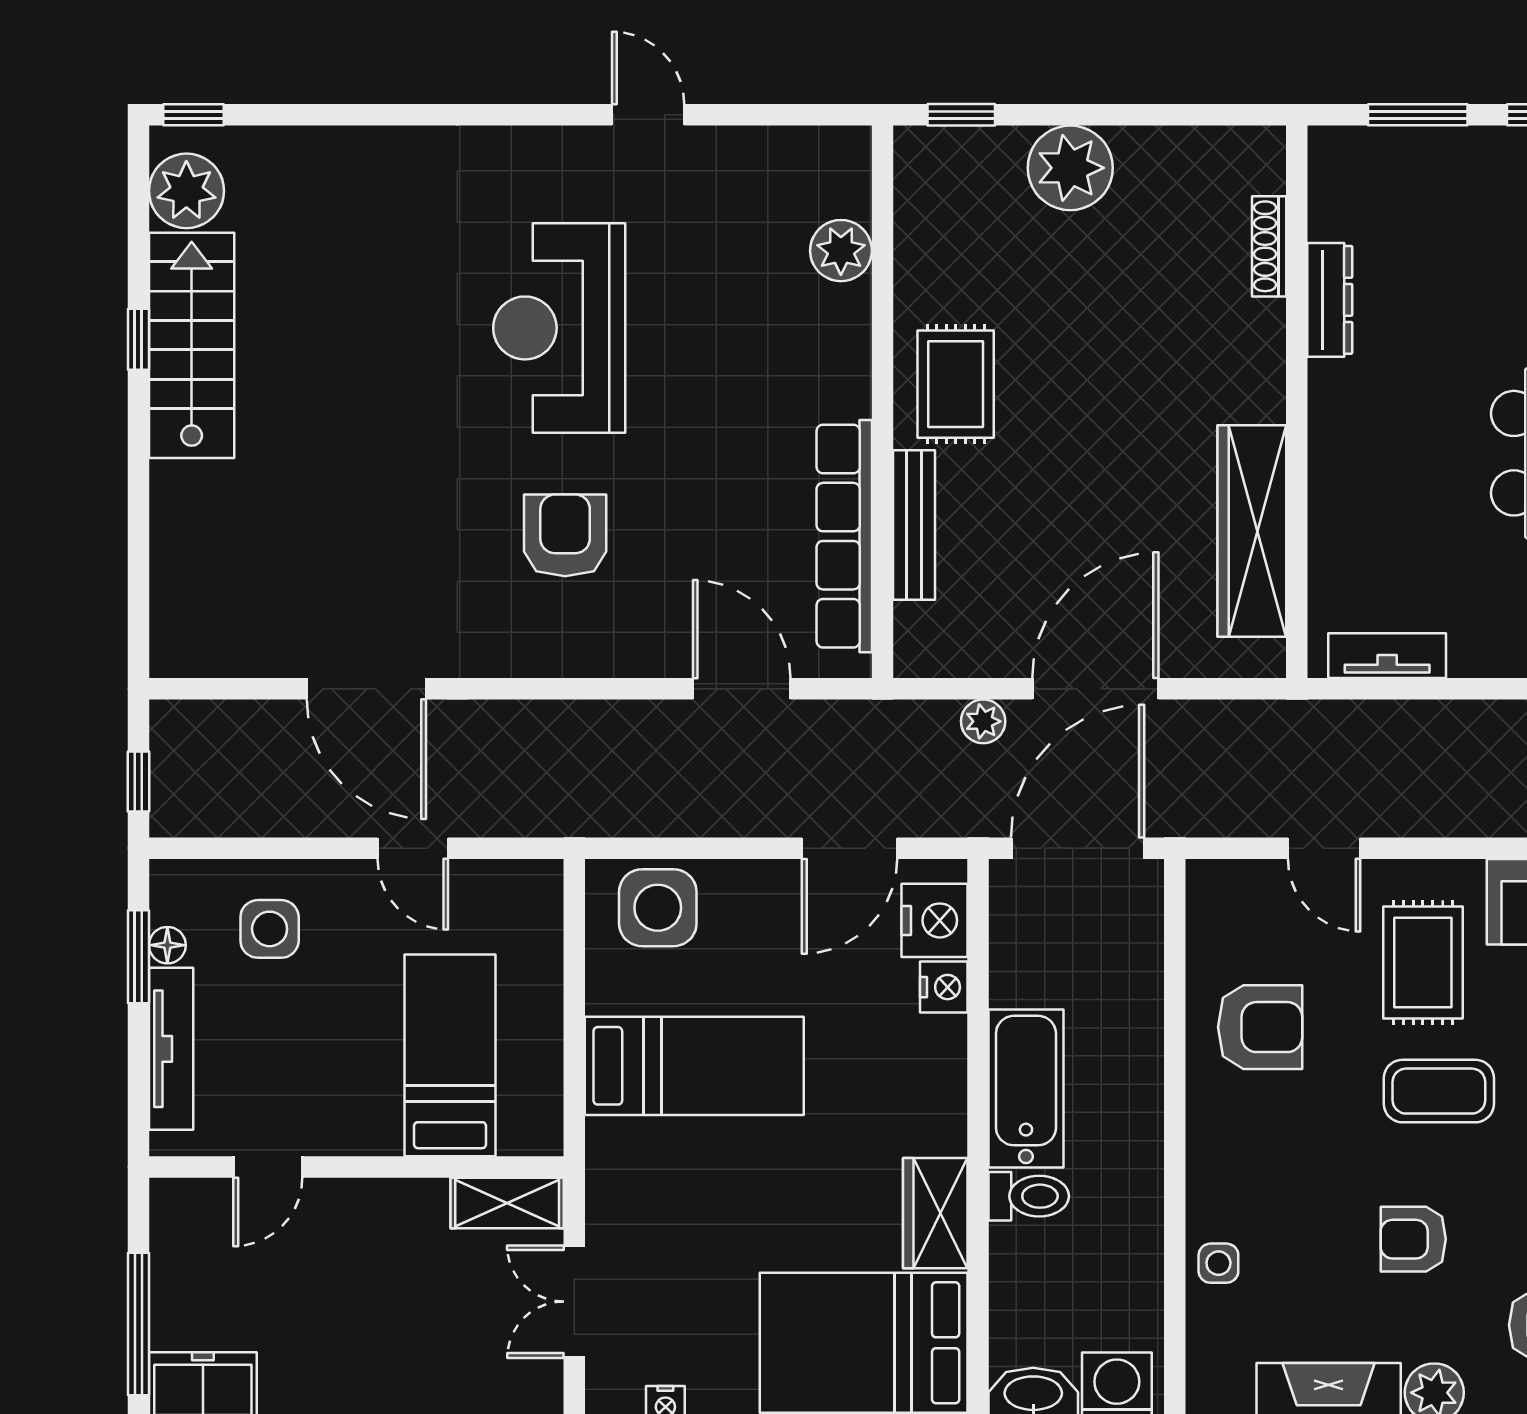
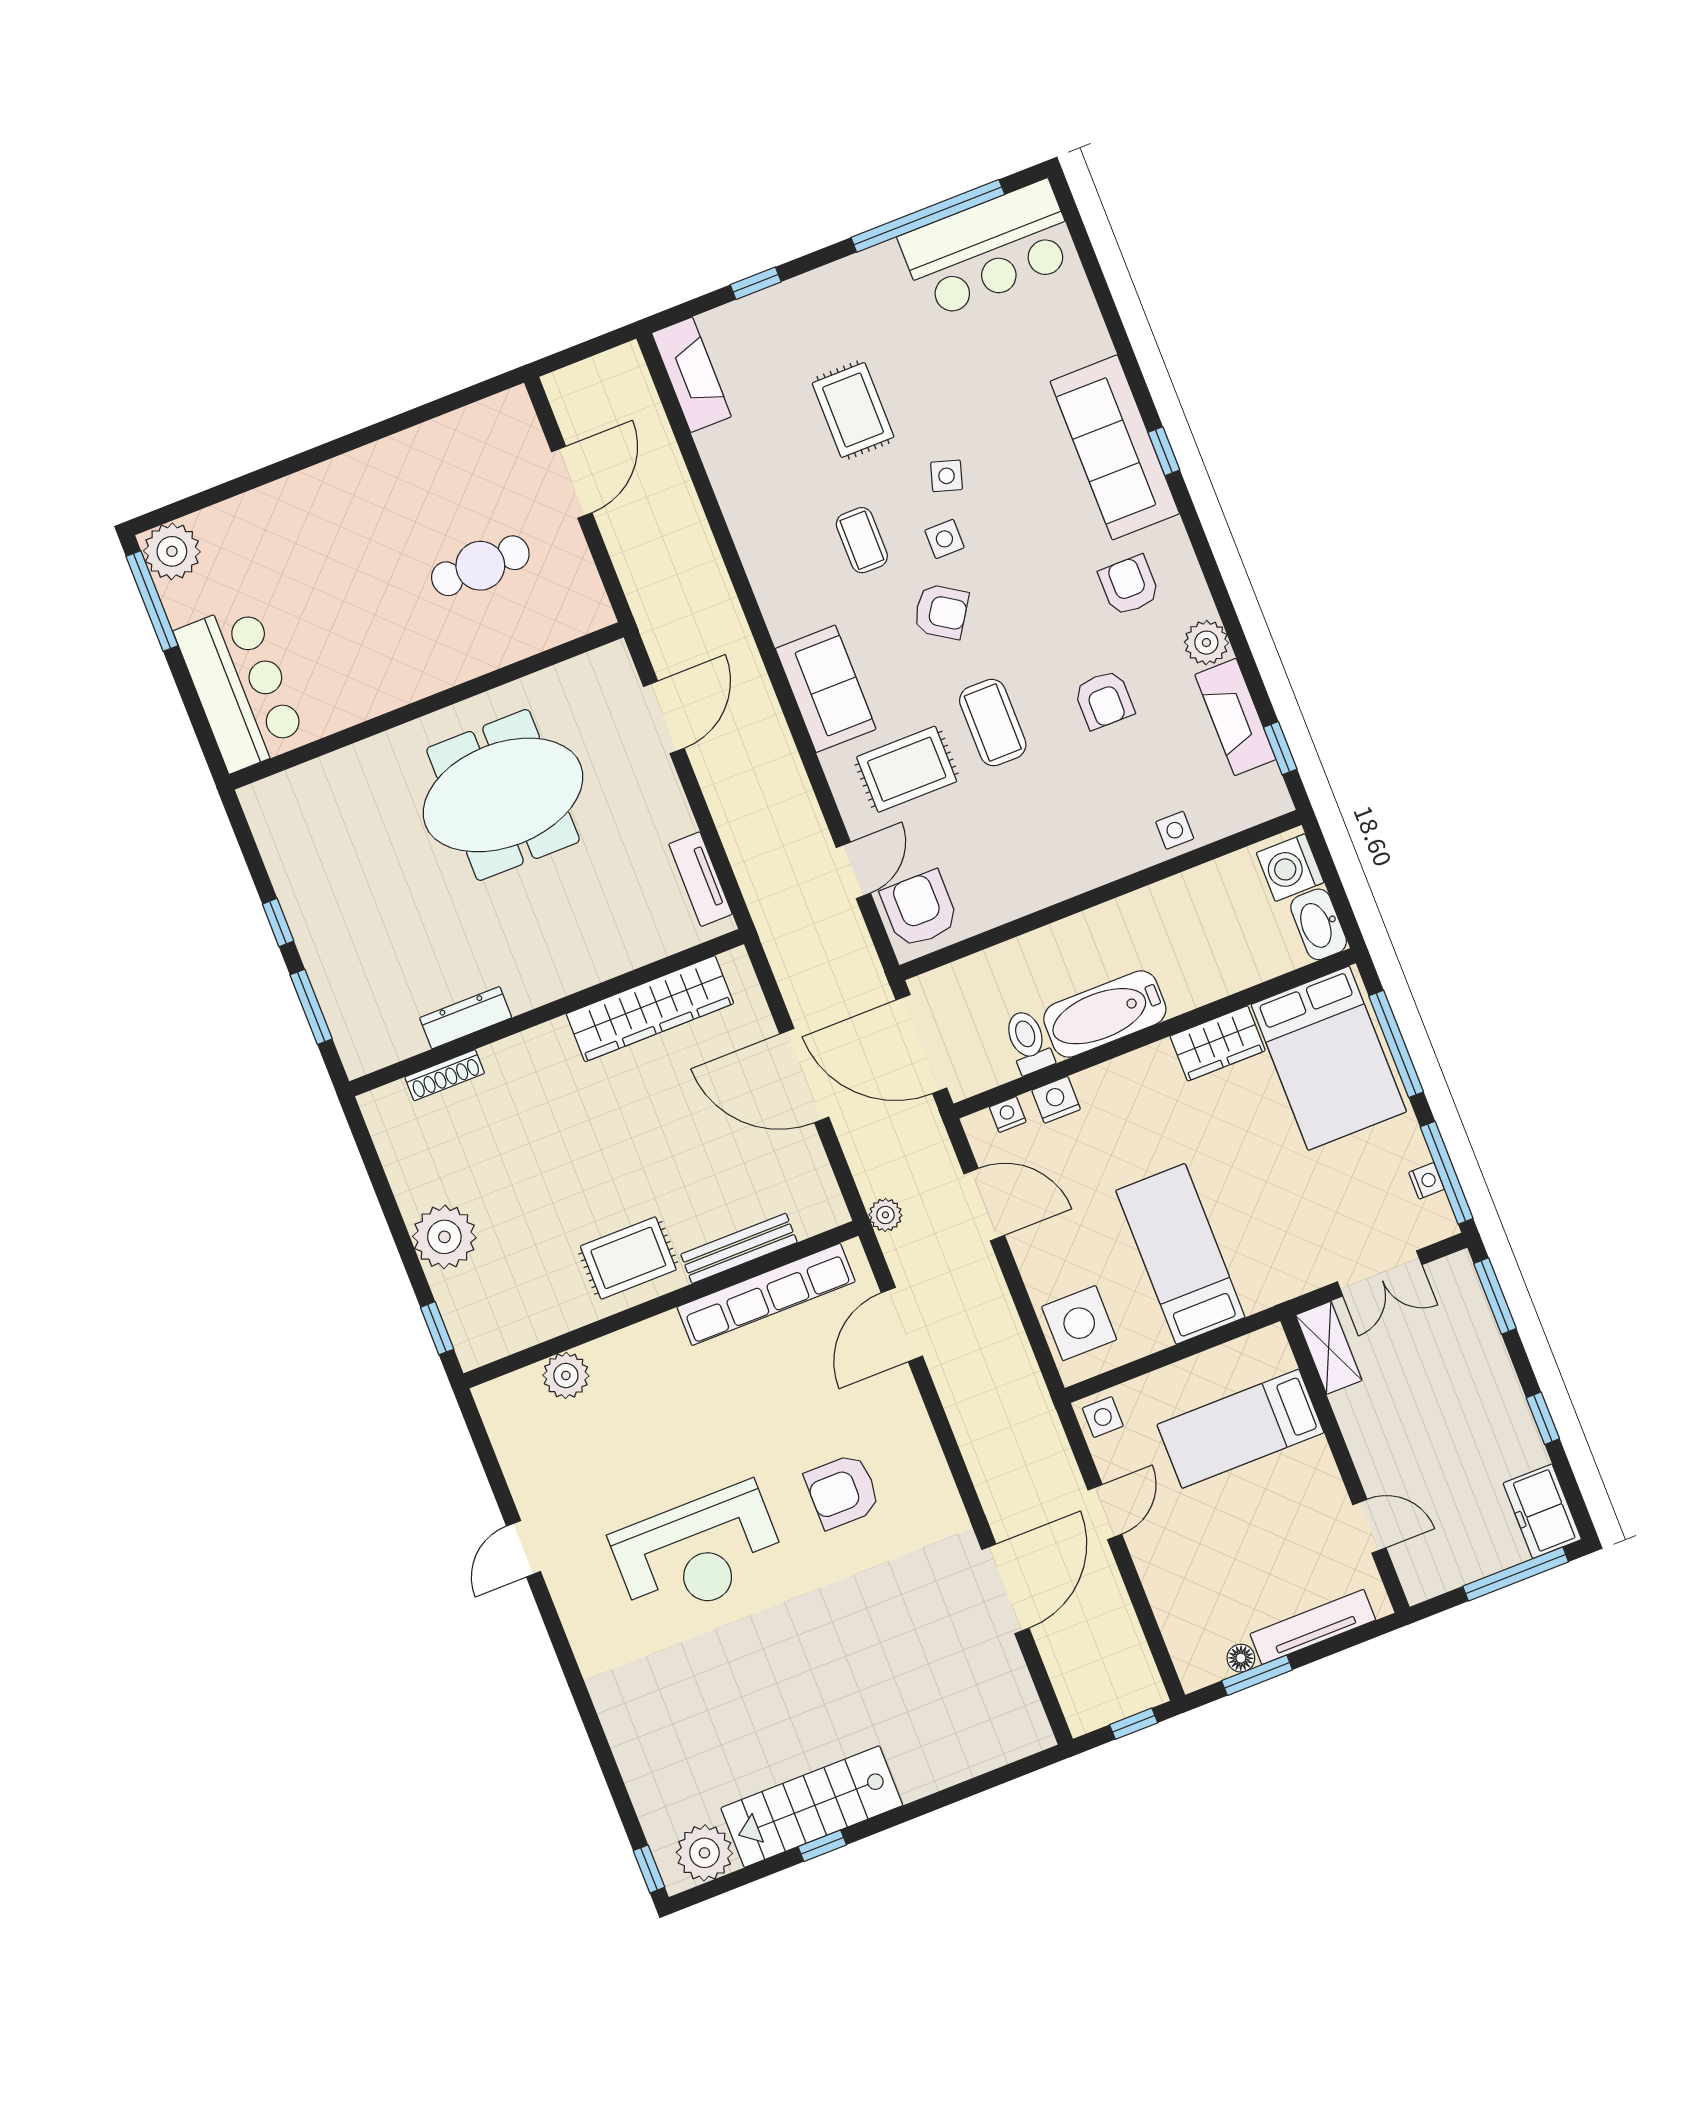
plant: (983, 721) -> (885, 1215), moved
nightstand: (934, 920) -> (1008, 1115), width x0.53, depth x0.56
side table: (270, 929) -> (1103, 1417), moved, width x0.73, depth x0.73
armchair: (1260, 1027) -> (920, 909), moved
toilet: (1029, 1196) -> (1028, 1042), moved

